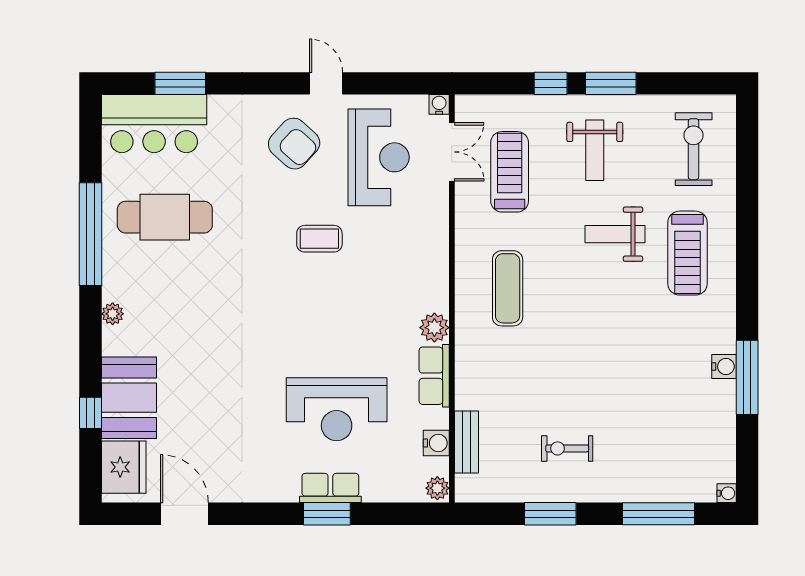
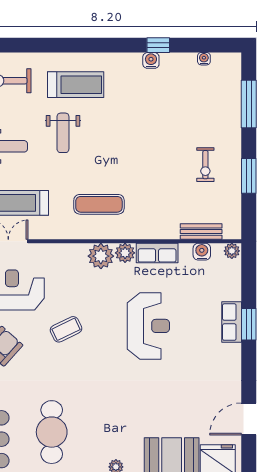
coffee table: (319, 239) -> (66, 329), turned 64
plant: (430, 291) -> (101, 256), added
window: (747, 377) -> (158, 45), width x0.46
reception desk: (337, 409) -> (148, 326), moved
water cooler: (727, 493) -> (204, 59), moved

